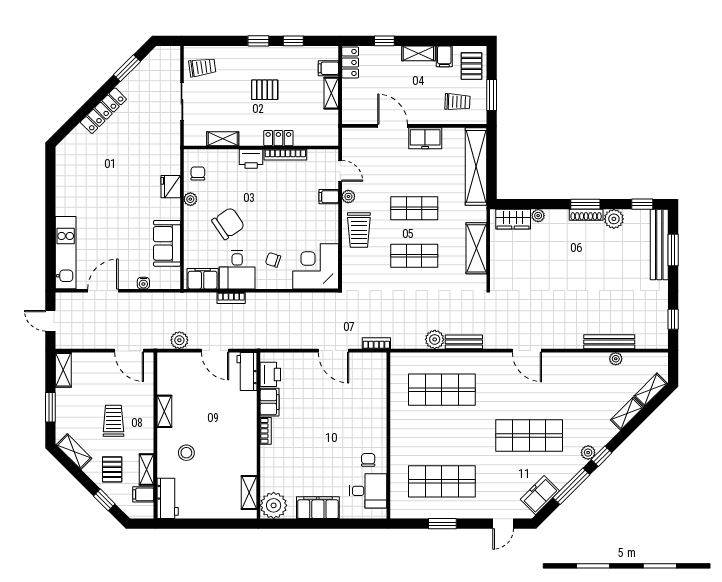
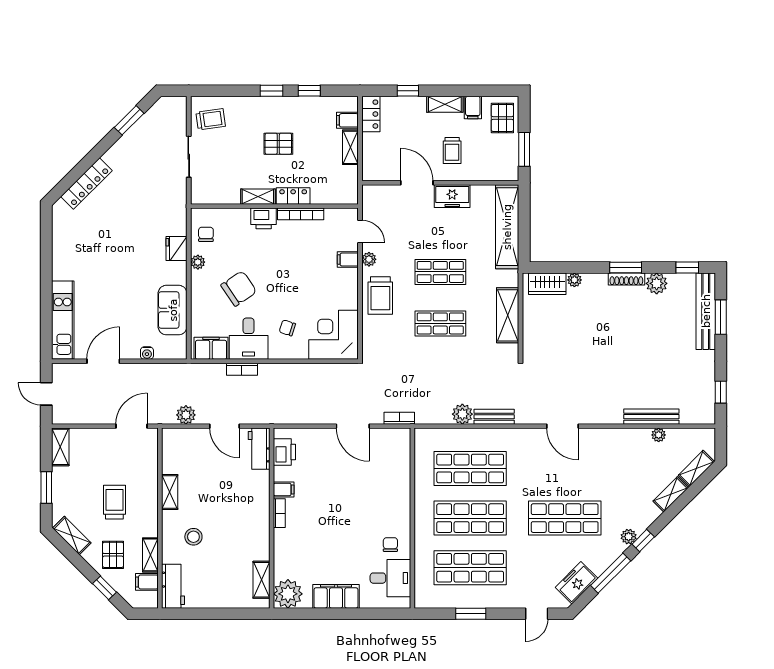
trolley: (457, 102) -> (452, 150), moved, turned 88
locker: (103, 111) -> (86, 184), moved
shelving: (223, 139) -> (258, 197), moved
door: (129, 351) -> (132, 426), swing flipped
filing cabinet: (270, 402) -> (284, 490), width x0.50
shop shelf: (442, 435) -> (470, 518), added

